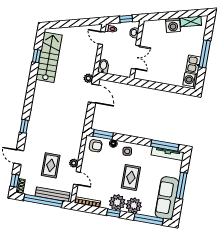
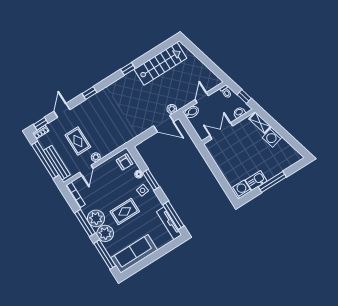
shelving: (191, 22) -> (260, 123), moved
door: (102, 38) -> (202, 98), moved
window: (37, 56) -> (128, 69), moved
double door: (136, 57) -> (221, 131), swing flipped
door: (94, 94) -> (164, 124), hinge flipped
window: (103, 135) -> (151, 180), moved
rug: (51, 165) -> (78, 141), turned 90
window: (182, 186) -> (154, 256), removed
window: (113, 213) -> (85, 223), width x2.17

